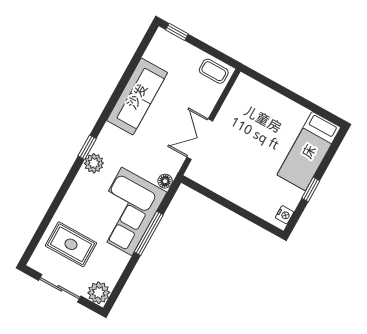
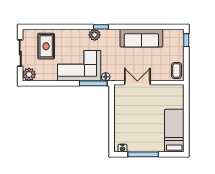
bed: (309, 151) -> (174, 131), moved, turned 90
window: (311, 189) -> (143, 154), width x2.17
window: (149, 233) -> (93, 83), moved

